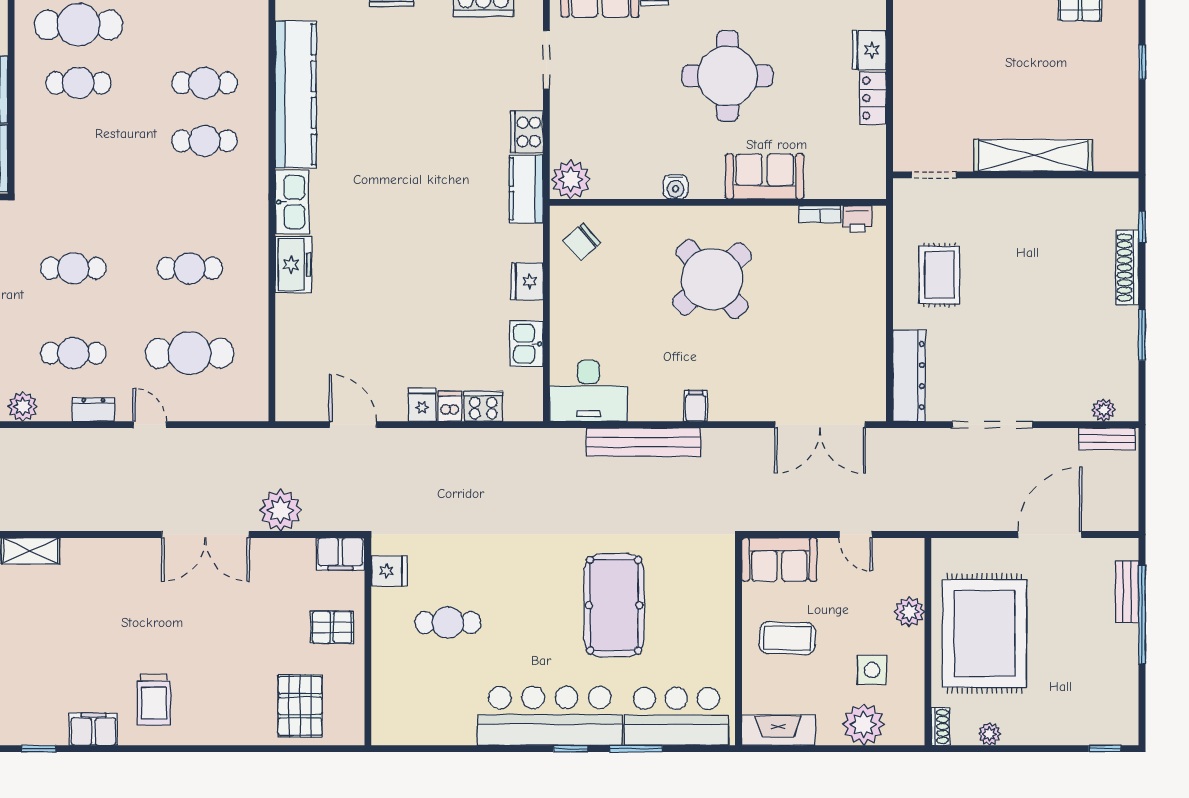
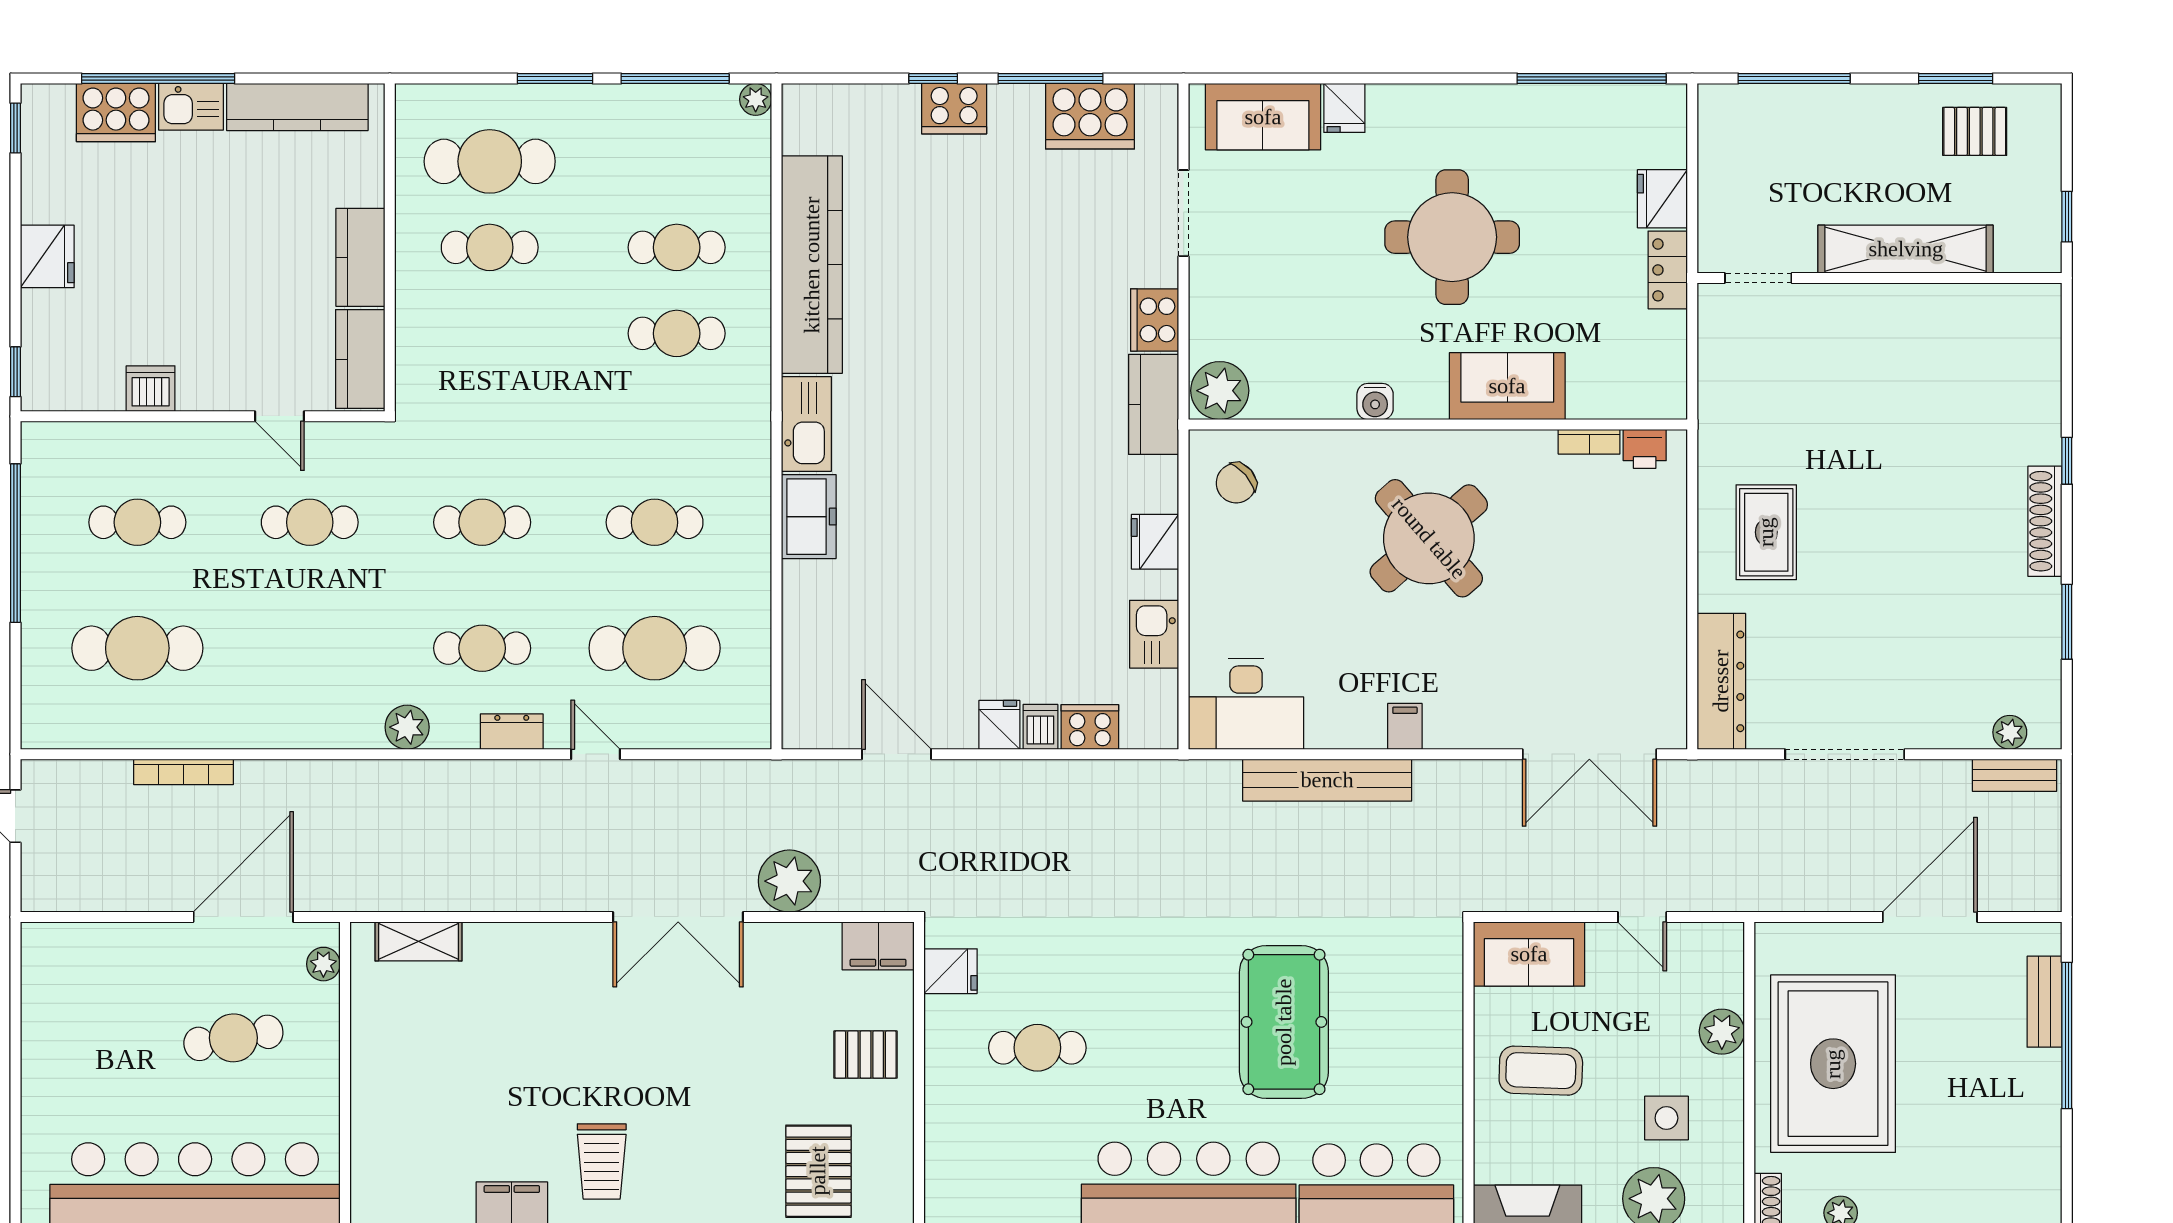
shelving: (1033, 155) -> (1906, 249), moved
doorway: (934, 175) -> (1758, 278), moved
wall: (1016, 175) -> (1880, 278), moved

